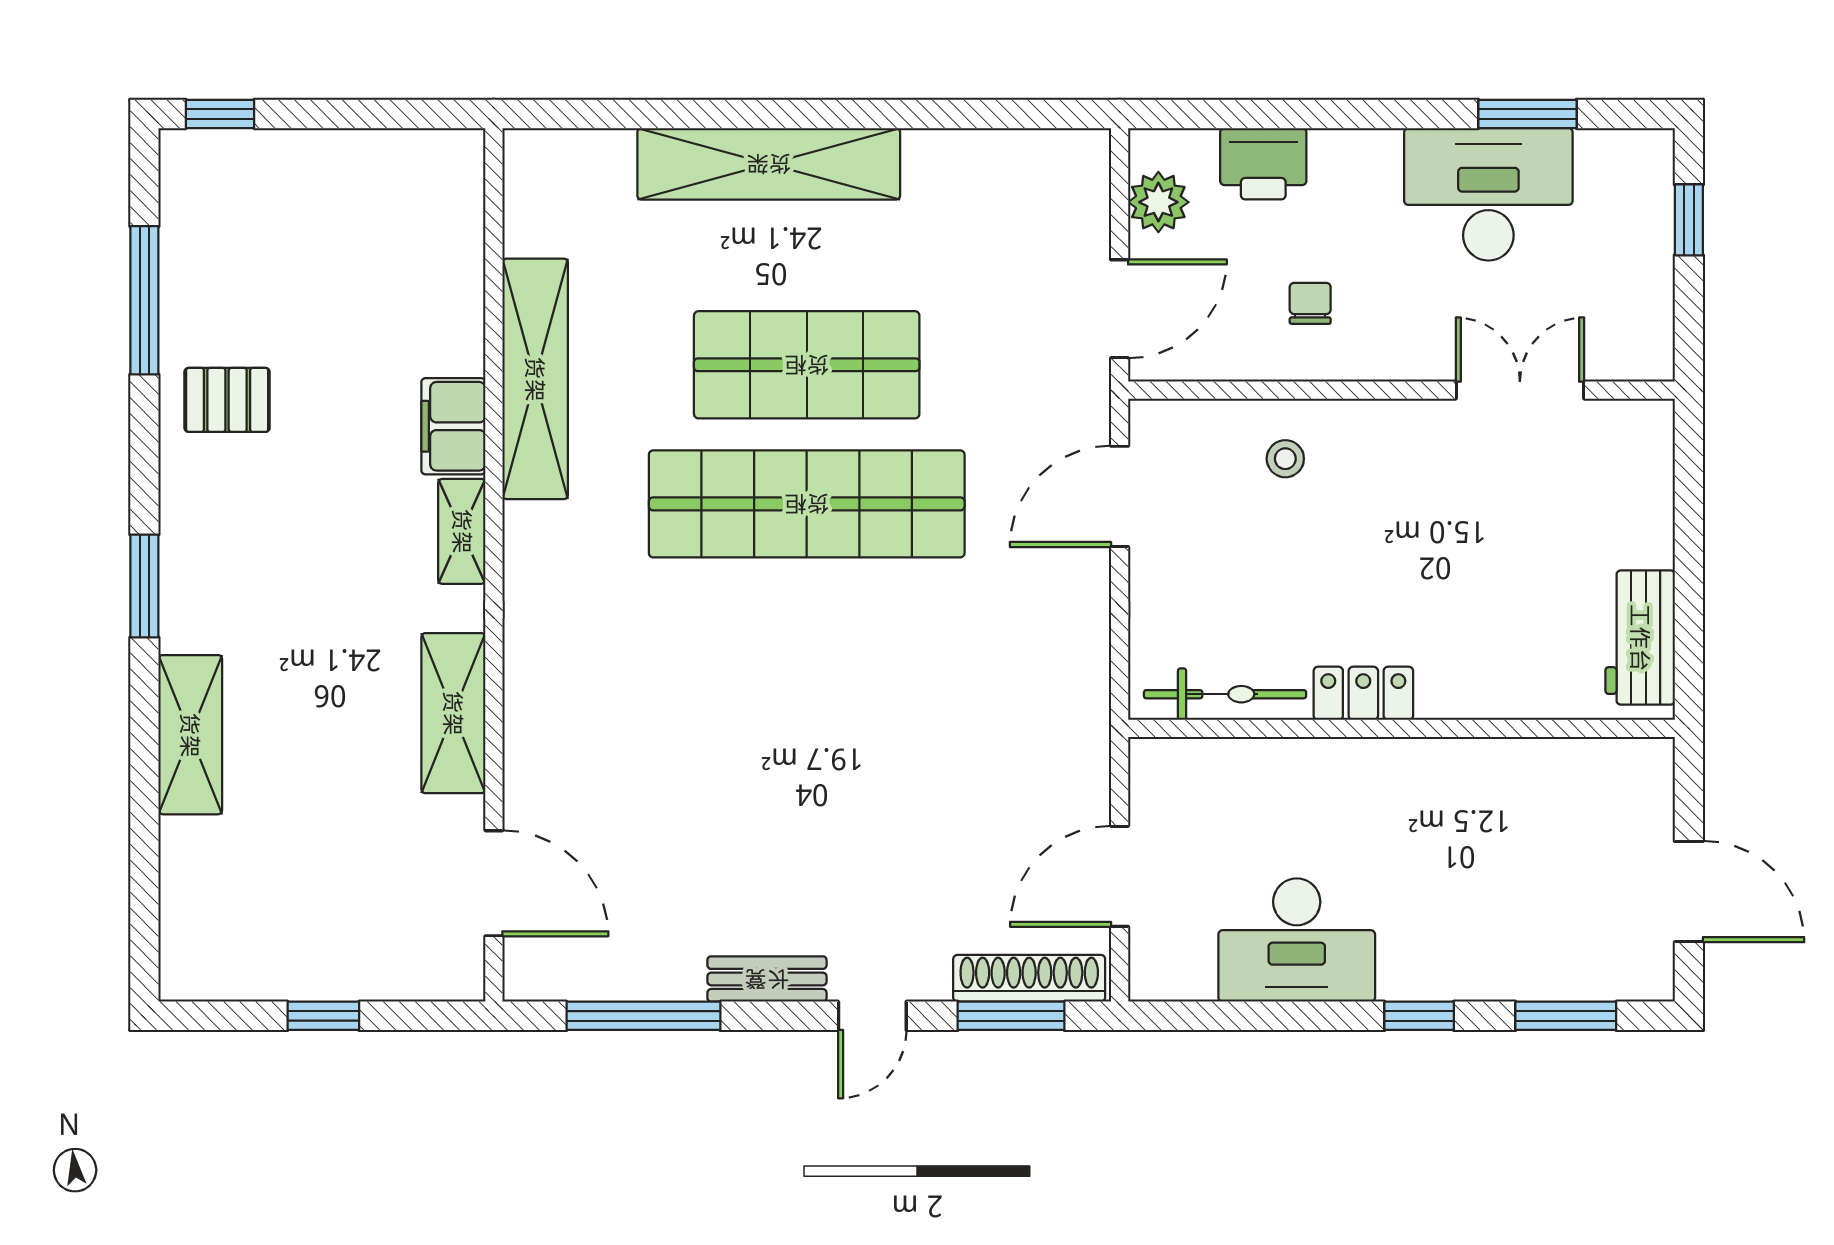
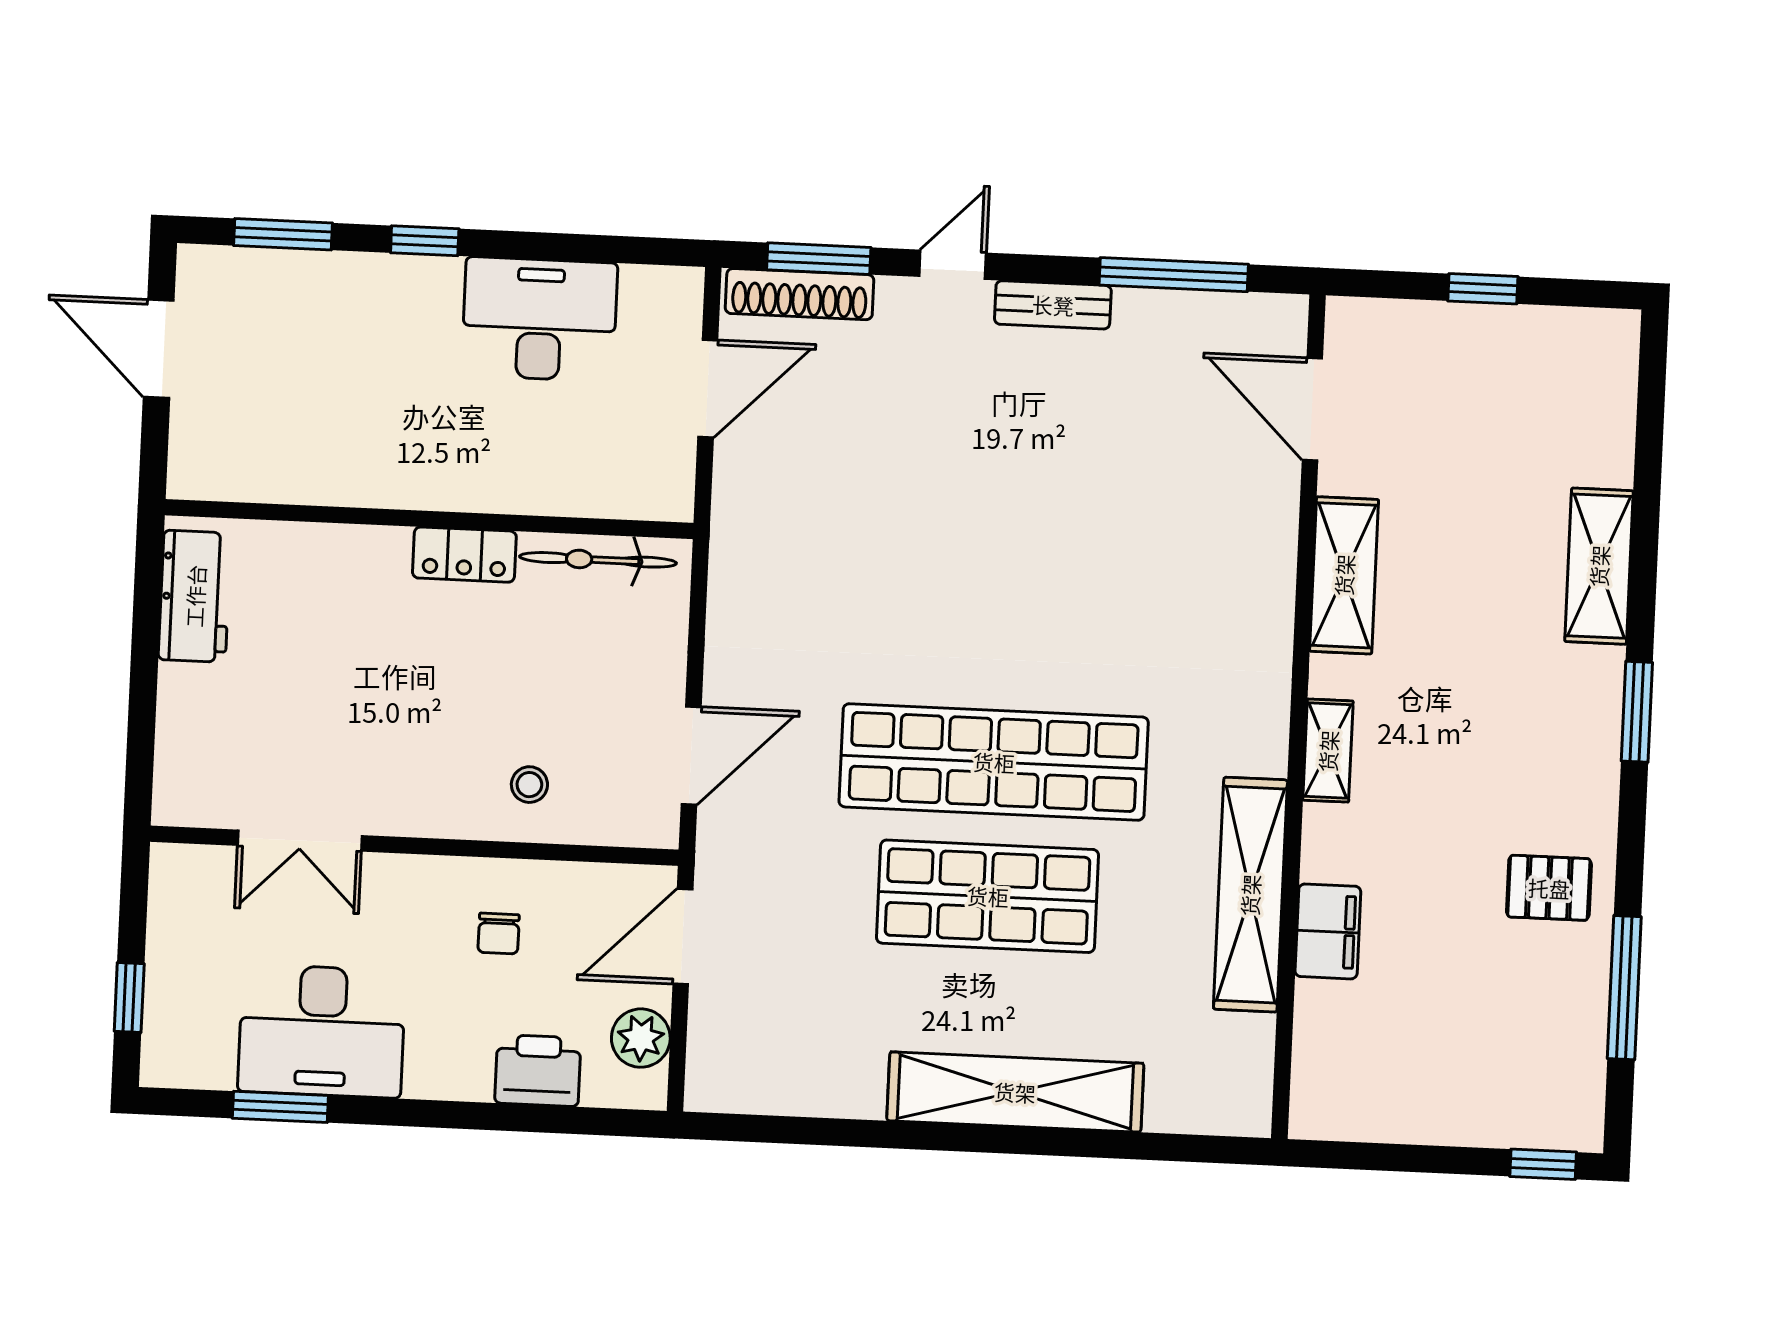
filing cabinet: (453, 426) -> (1328, 931), moved

